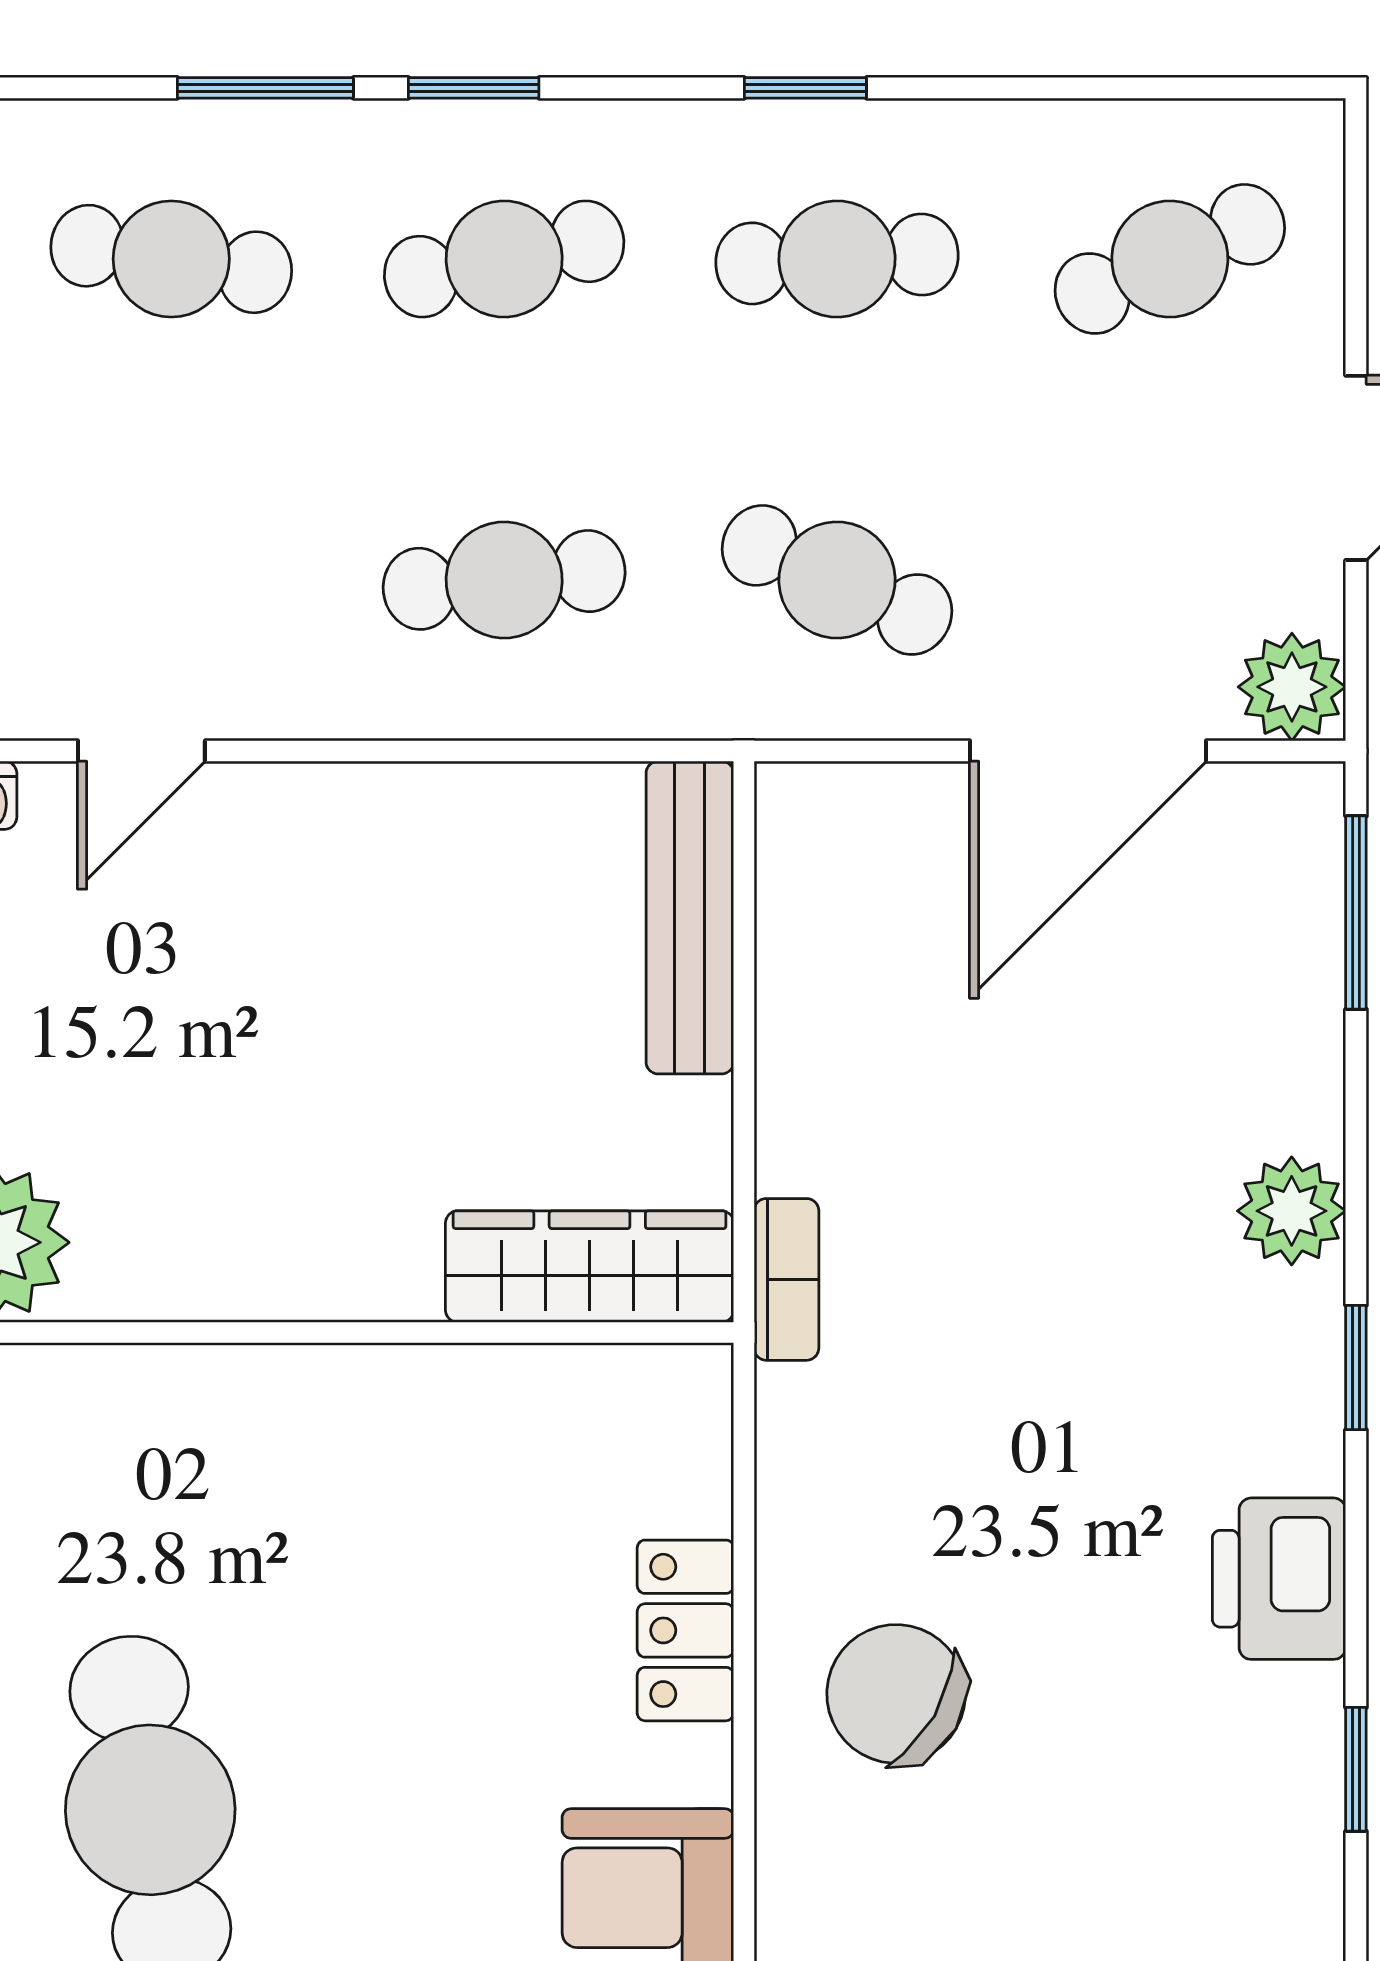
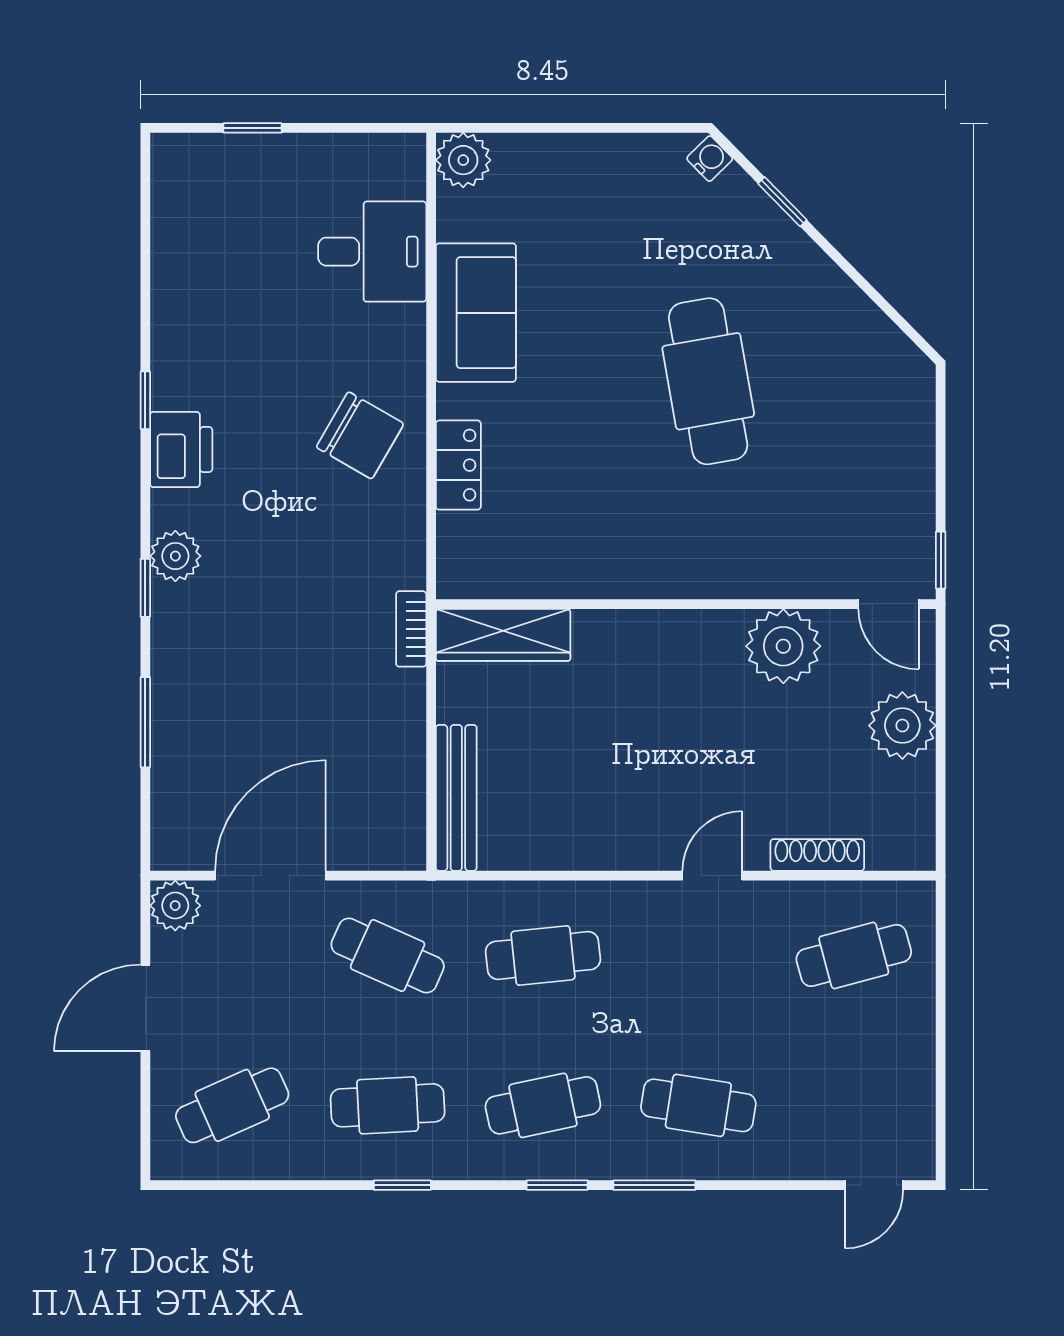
window: (1356, 913) -> (145, 722), moved
plant: (1292, 1211) -> (175, 556), moved
printer: (1279, 1579) -> (181, 450), moved

